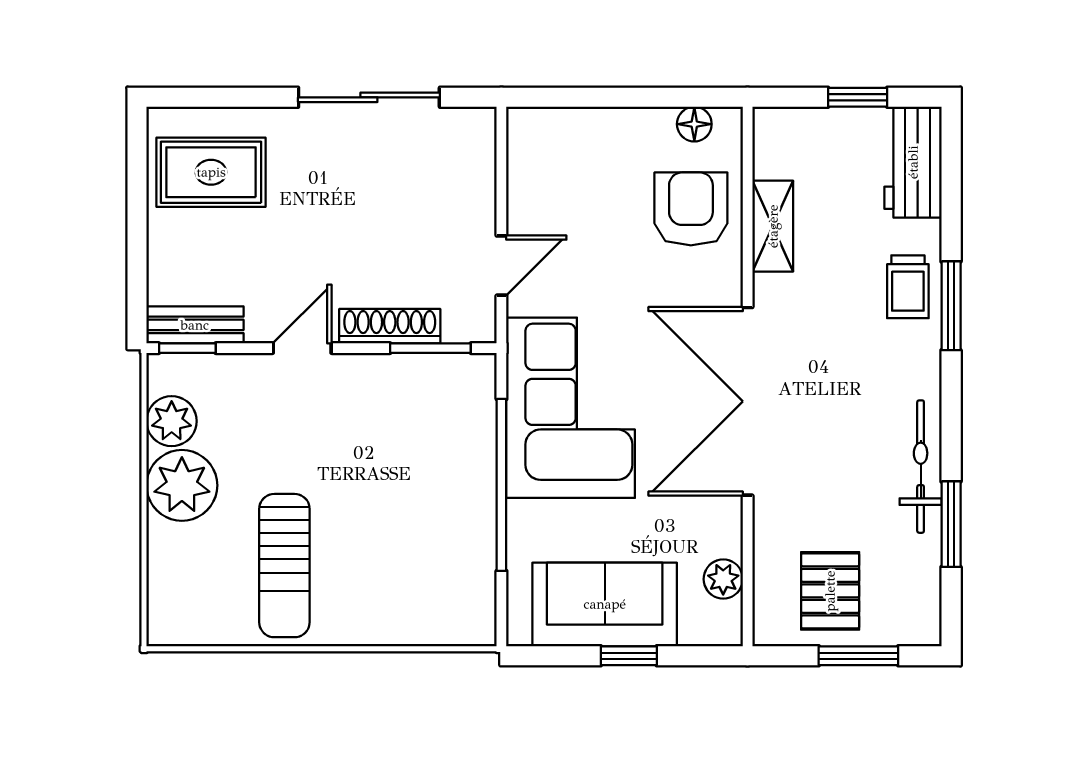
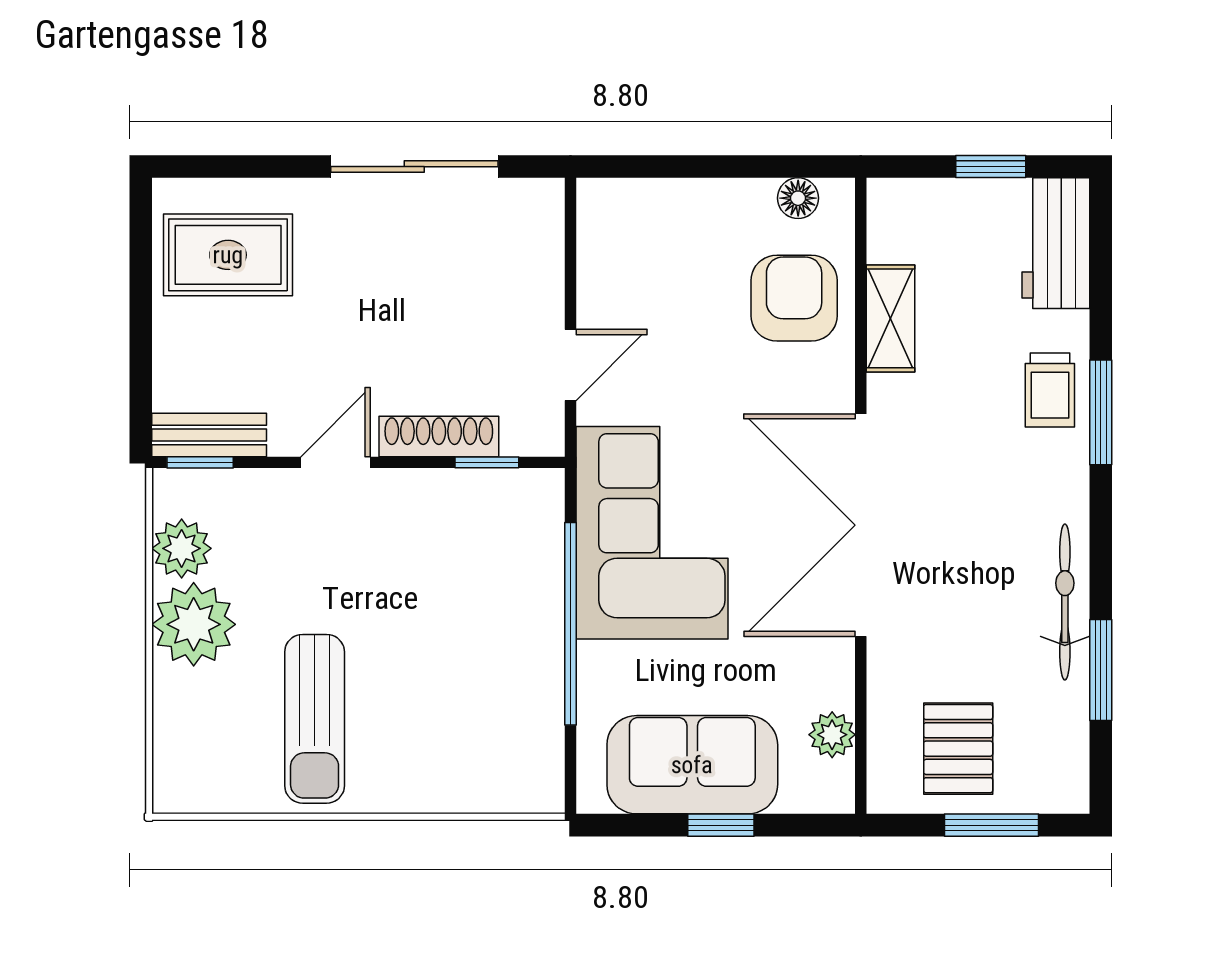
window: (430, 348) -> (487, 462), width x0.67

